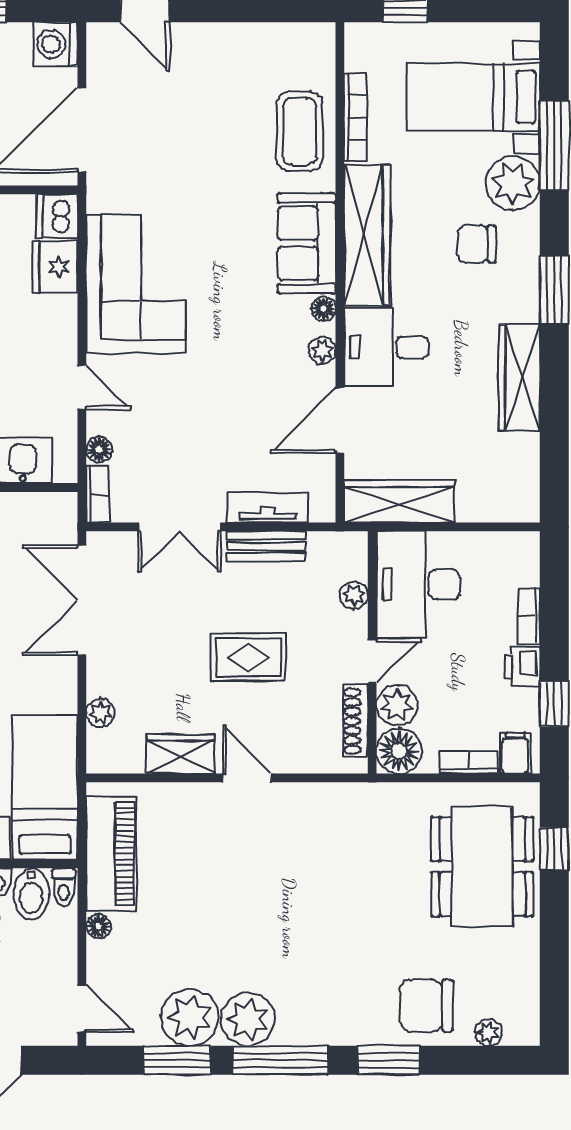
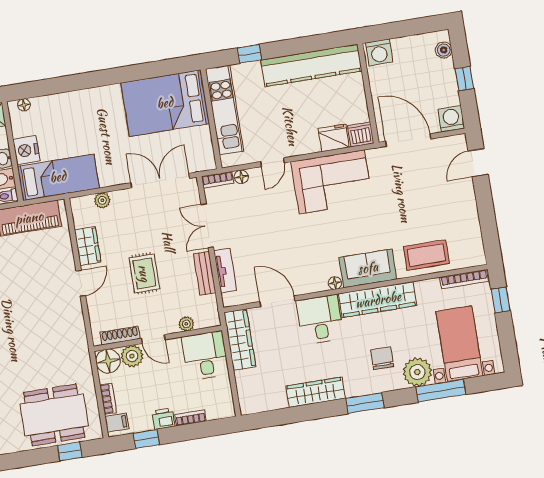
bookcase: (356, 117) -> (464, 279), moved
plant: (322, 350) -> (313, 286), removed
desk: (418, 585) -> (205, 356), width x0.73

